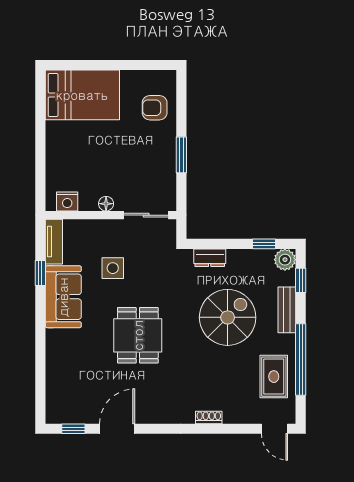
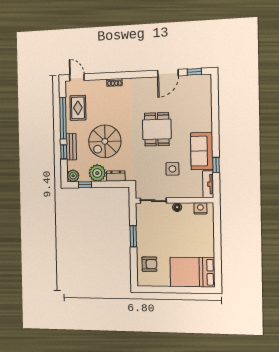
plant: (242, 264) -> (97, 173), added
window: (301, 280) -> (64, 152), moved

